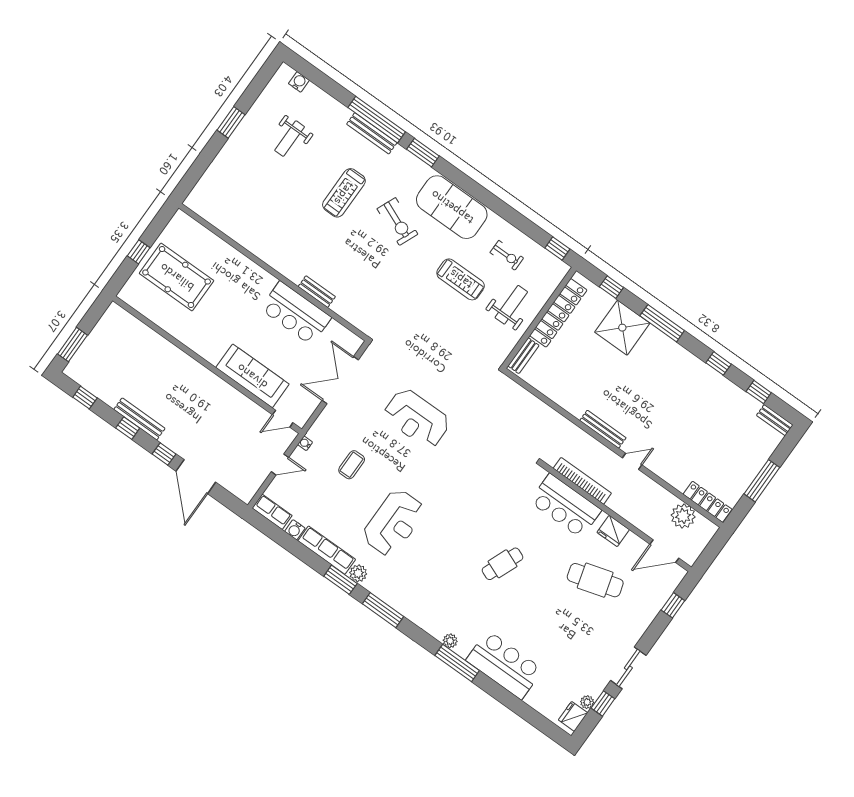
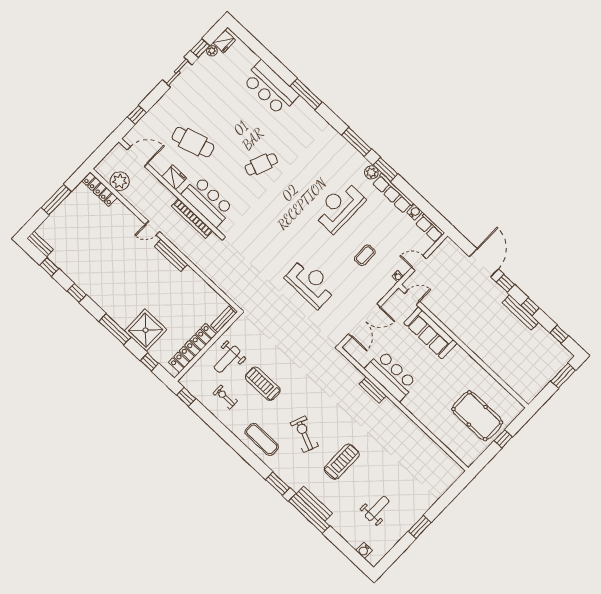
exercise mat: (452, 207) -> (262, 439), width x0.50, depth x0.69
plant: (450, 641) -> (309, 112), removed

